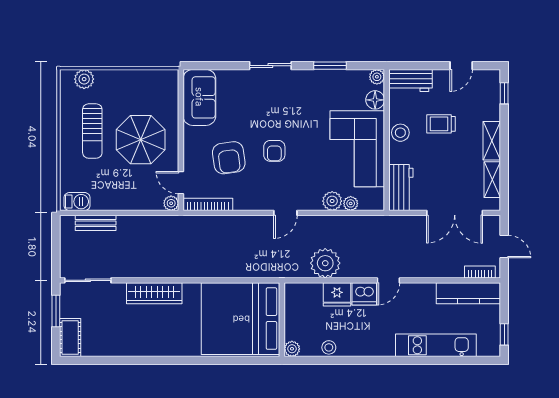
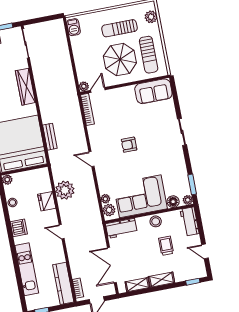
window: (330, 66) -> (192, 184), moved
sun lounger: (142, 94) -> (149, 55), added
armchair: (229, 158) -> (119, 117), removed
plant: (332, 201) -> (109, 210), moved
bench: (96, 223) -> (50, 137), moved
dishwasher: (364, 294) -> (19, 228), moved, turned 180

